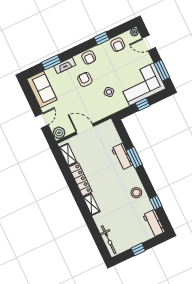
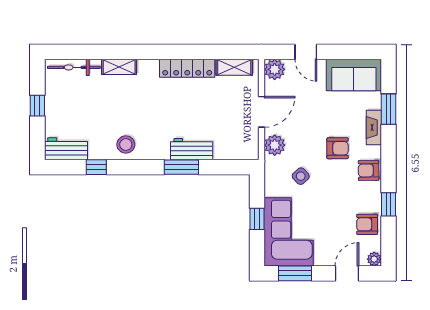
plant: (99, 114) -> (275, 145), added
shelving: (91, 204) -> (119, 67), moved

